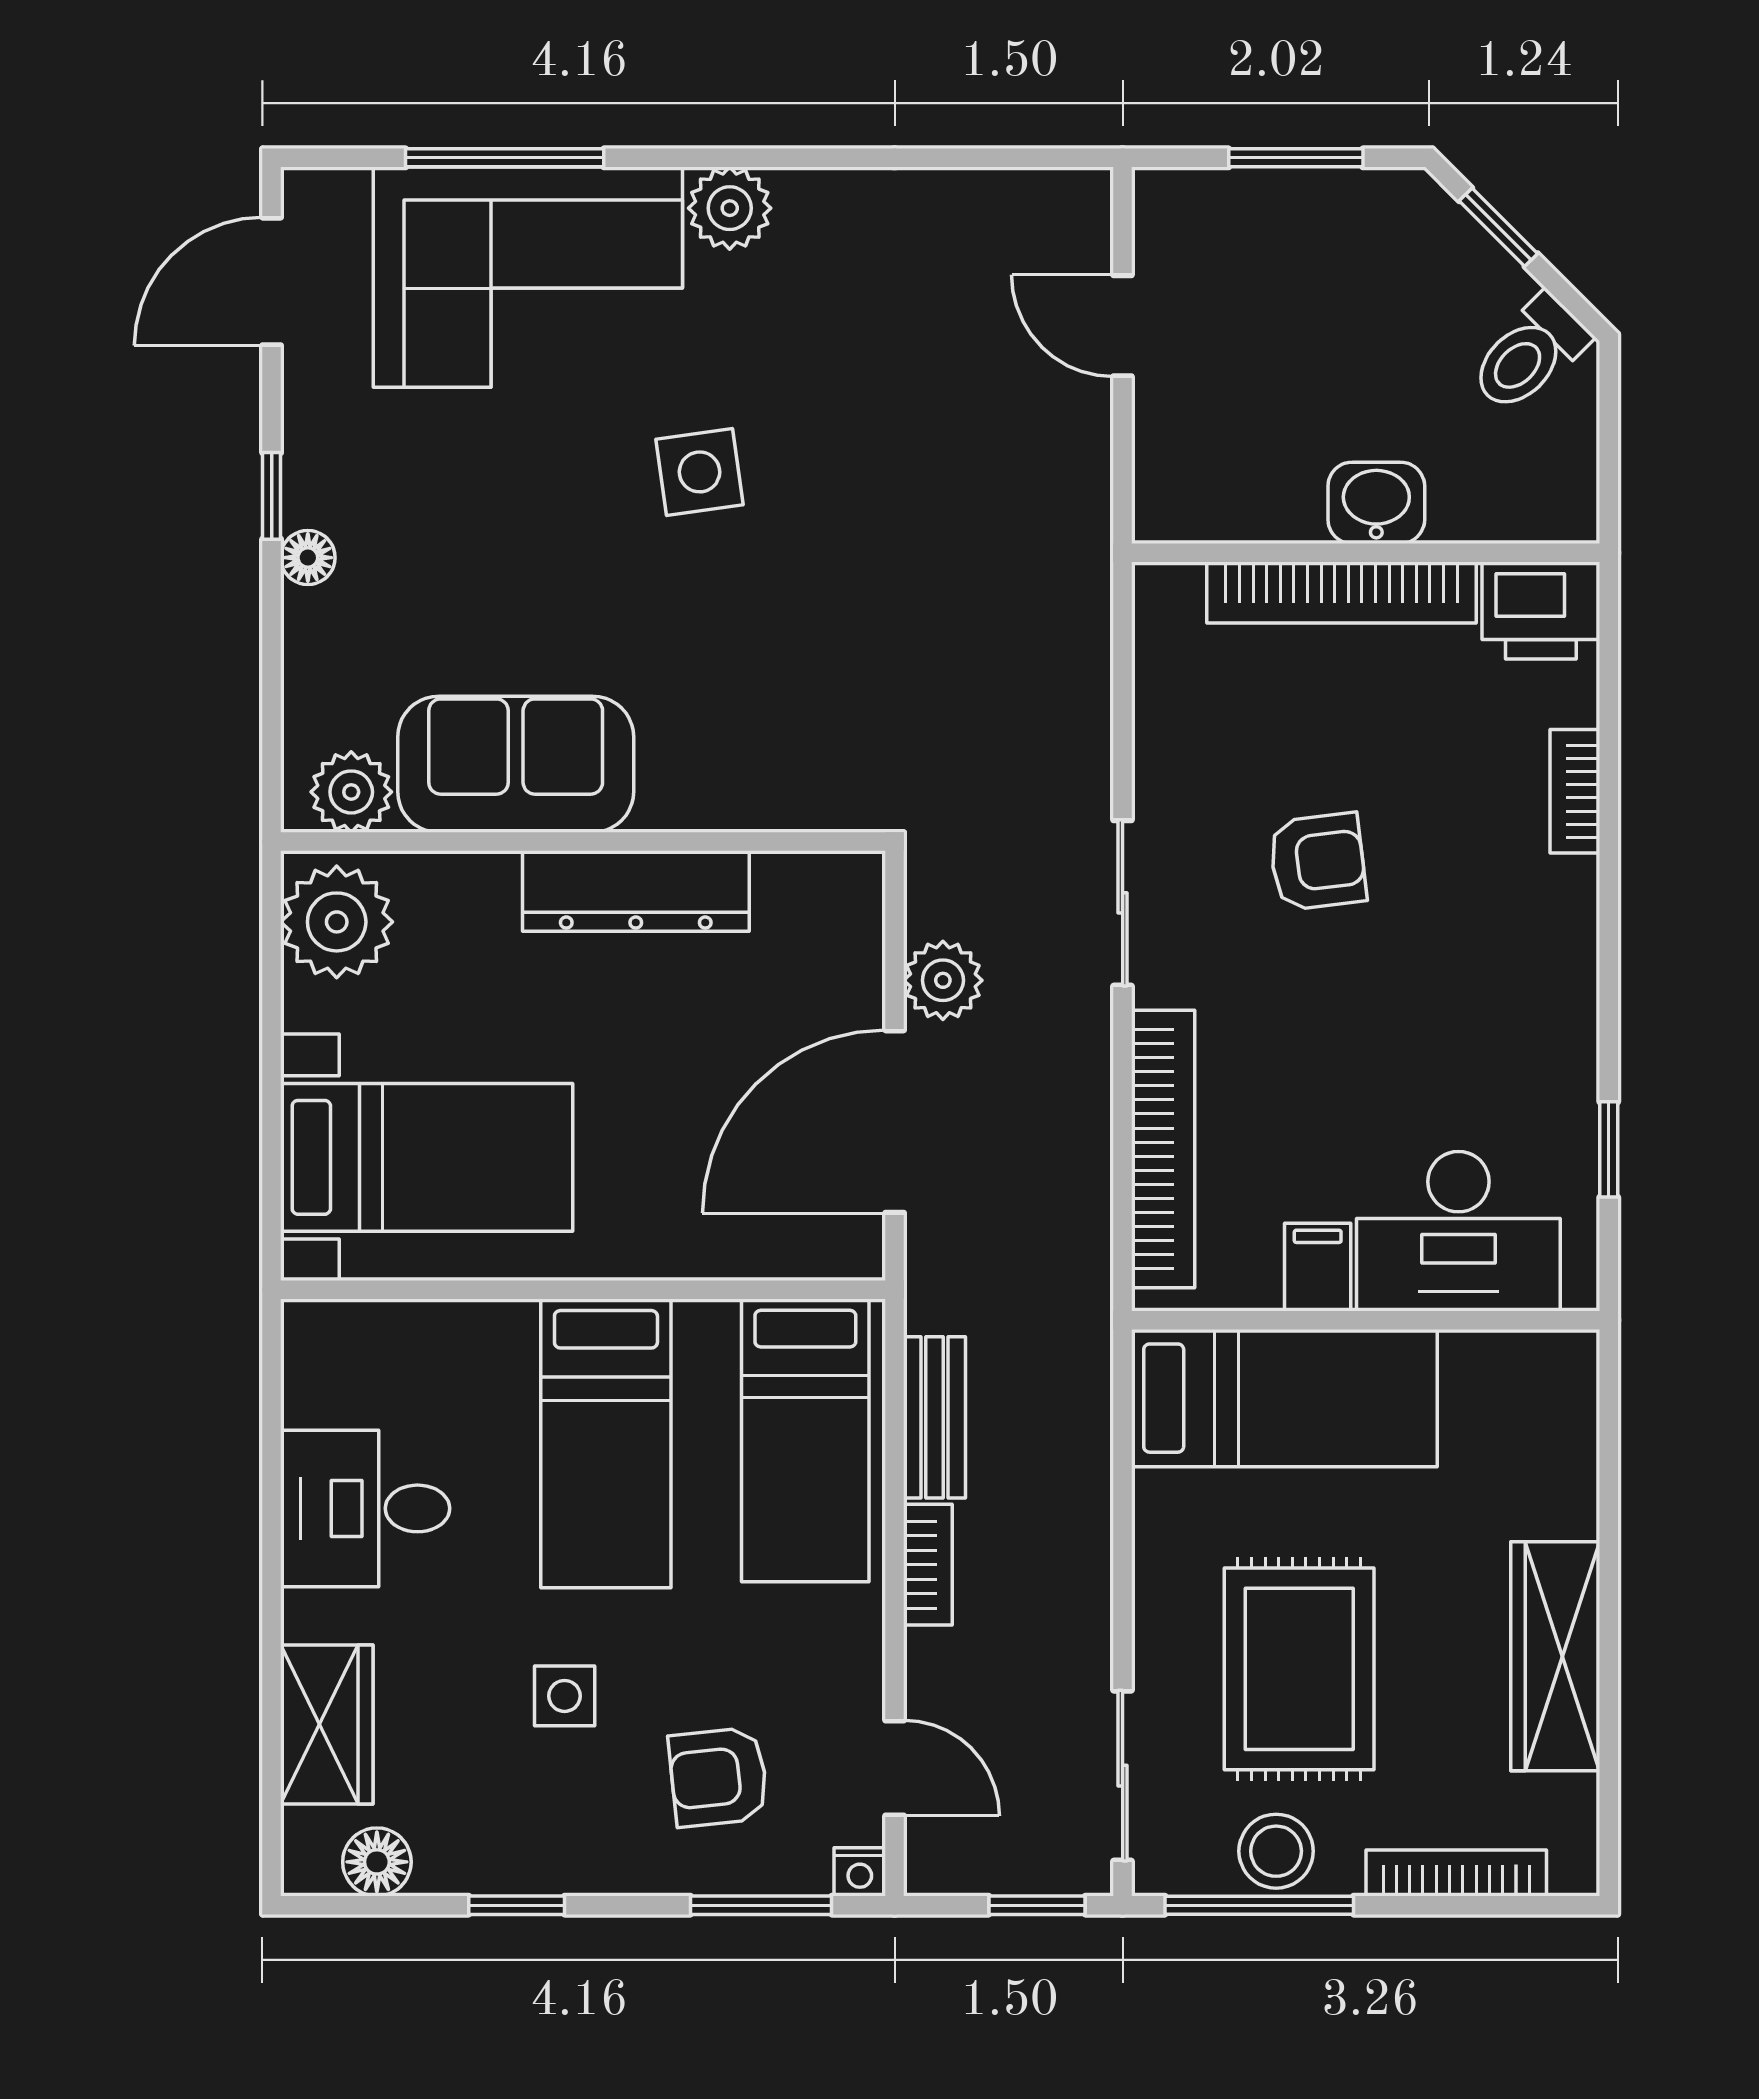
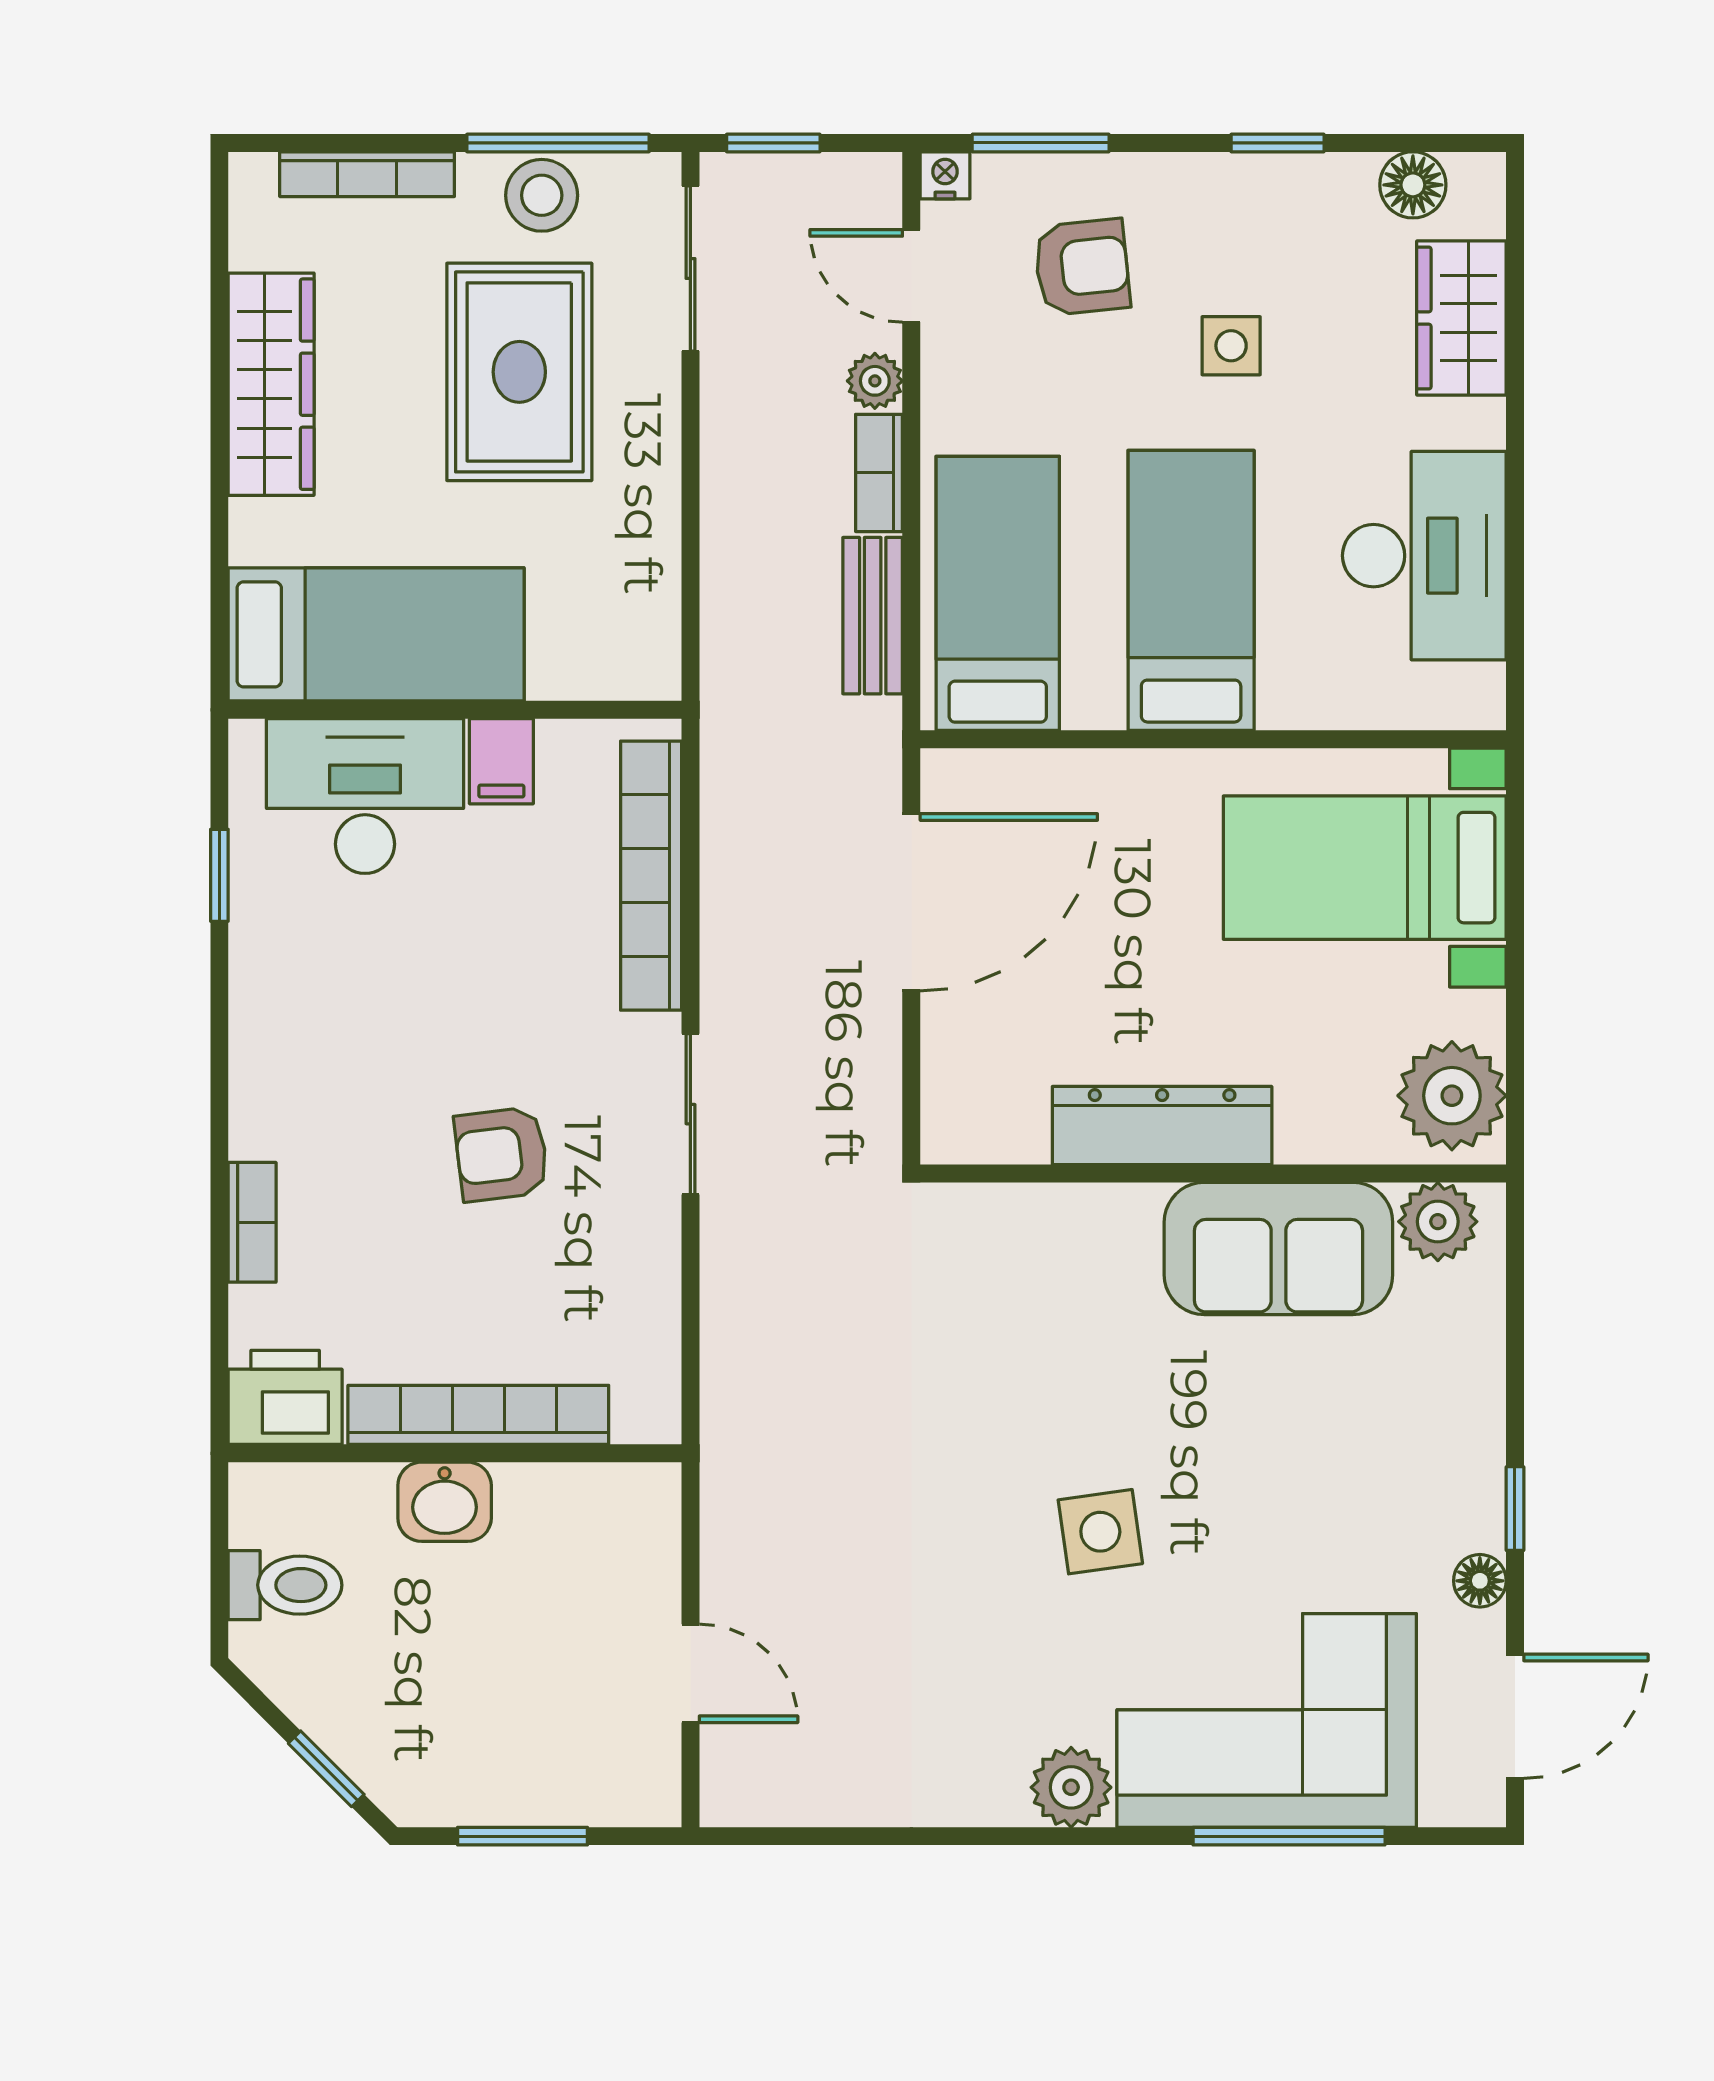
toilet: (1529, 354) -> (285, 1585), moved, turned 45
floor lamp: (308, 558) -> (1480, 1581), moved
plant: (943, 980) -> (875, 381), moved, width x0.73, depth x0.73
bed: (1284, 1398) -> (376, 634), moved, turned 180
desk: (365, 1508) -> (1424, 556), width x1.37

